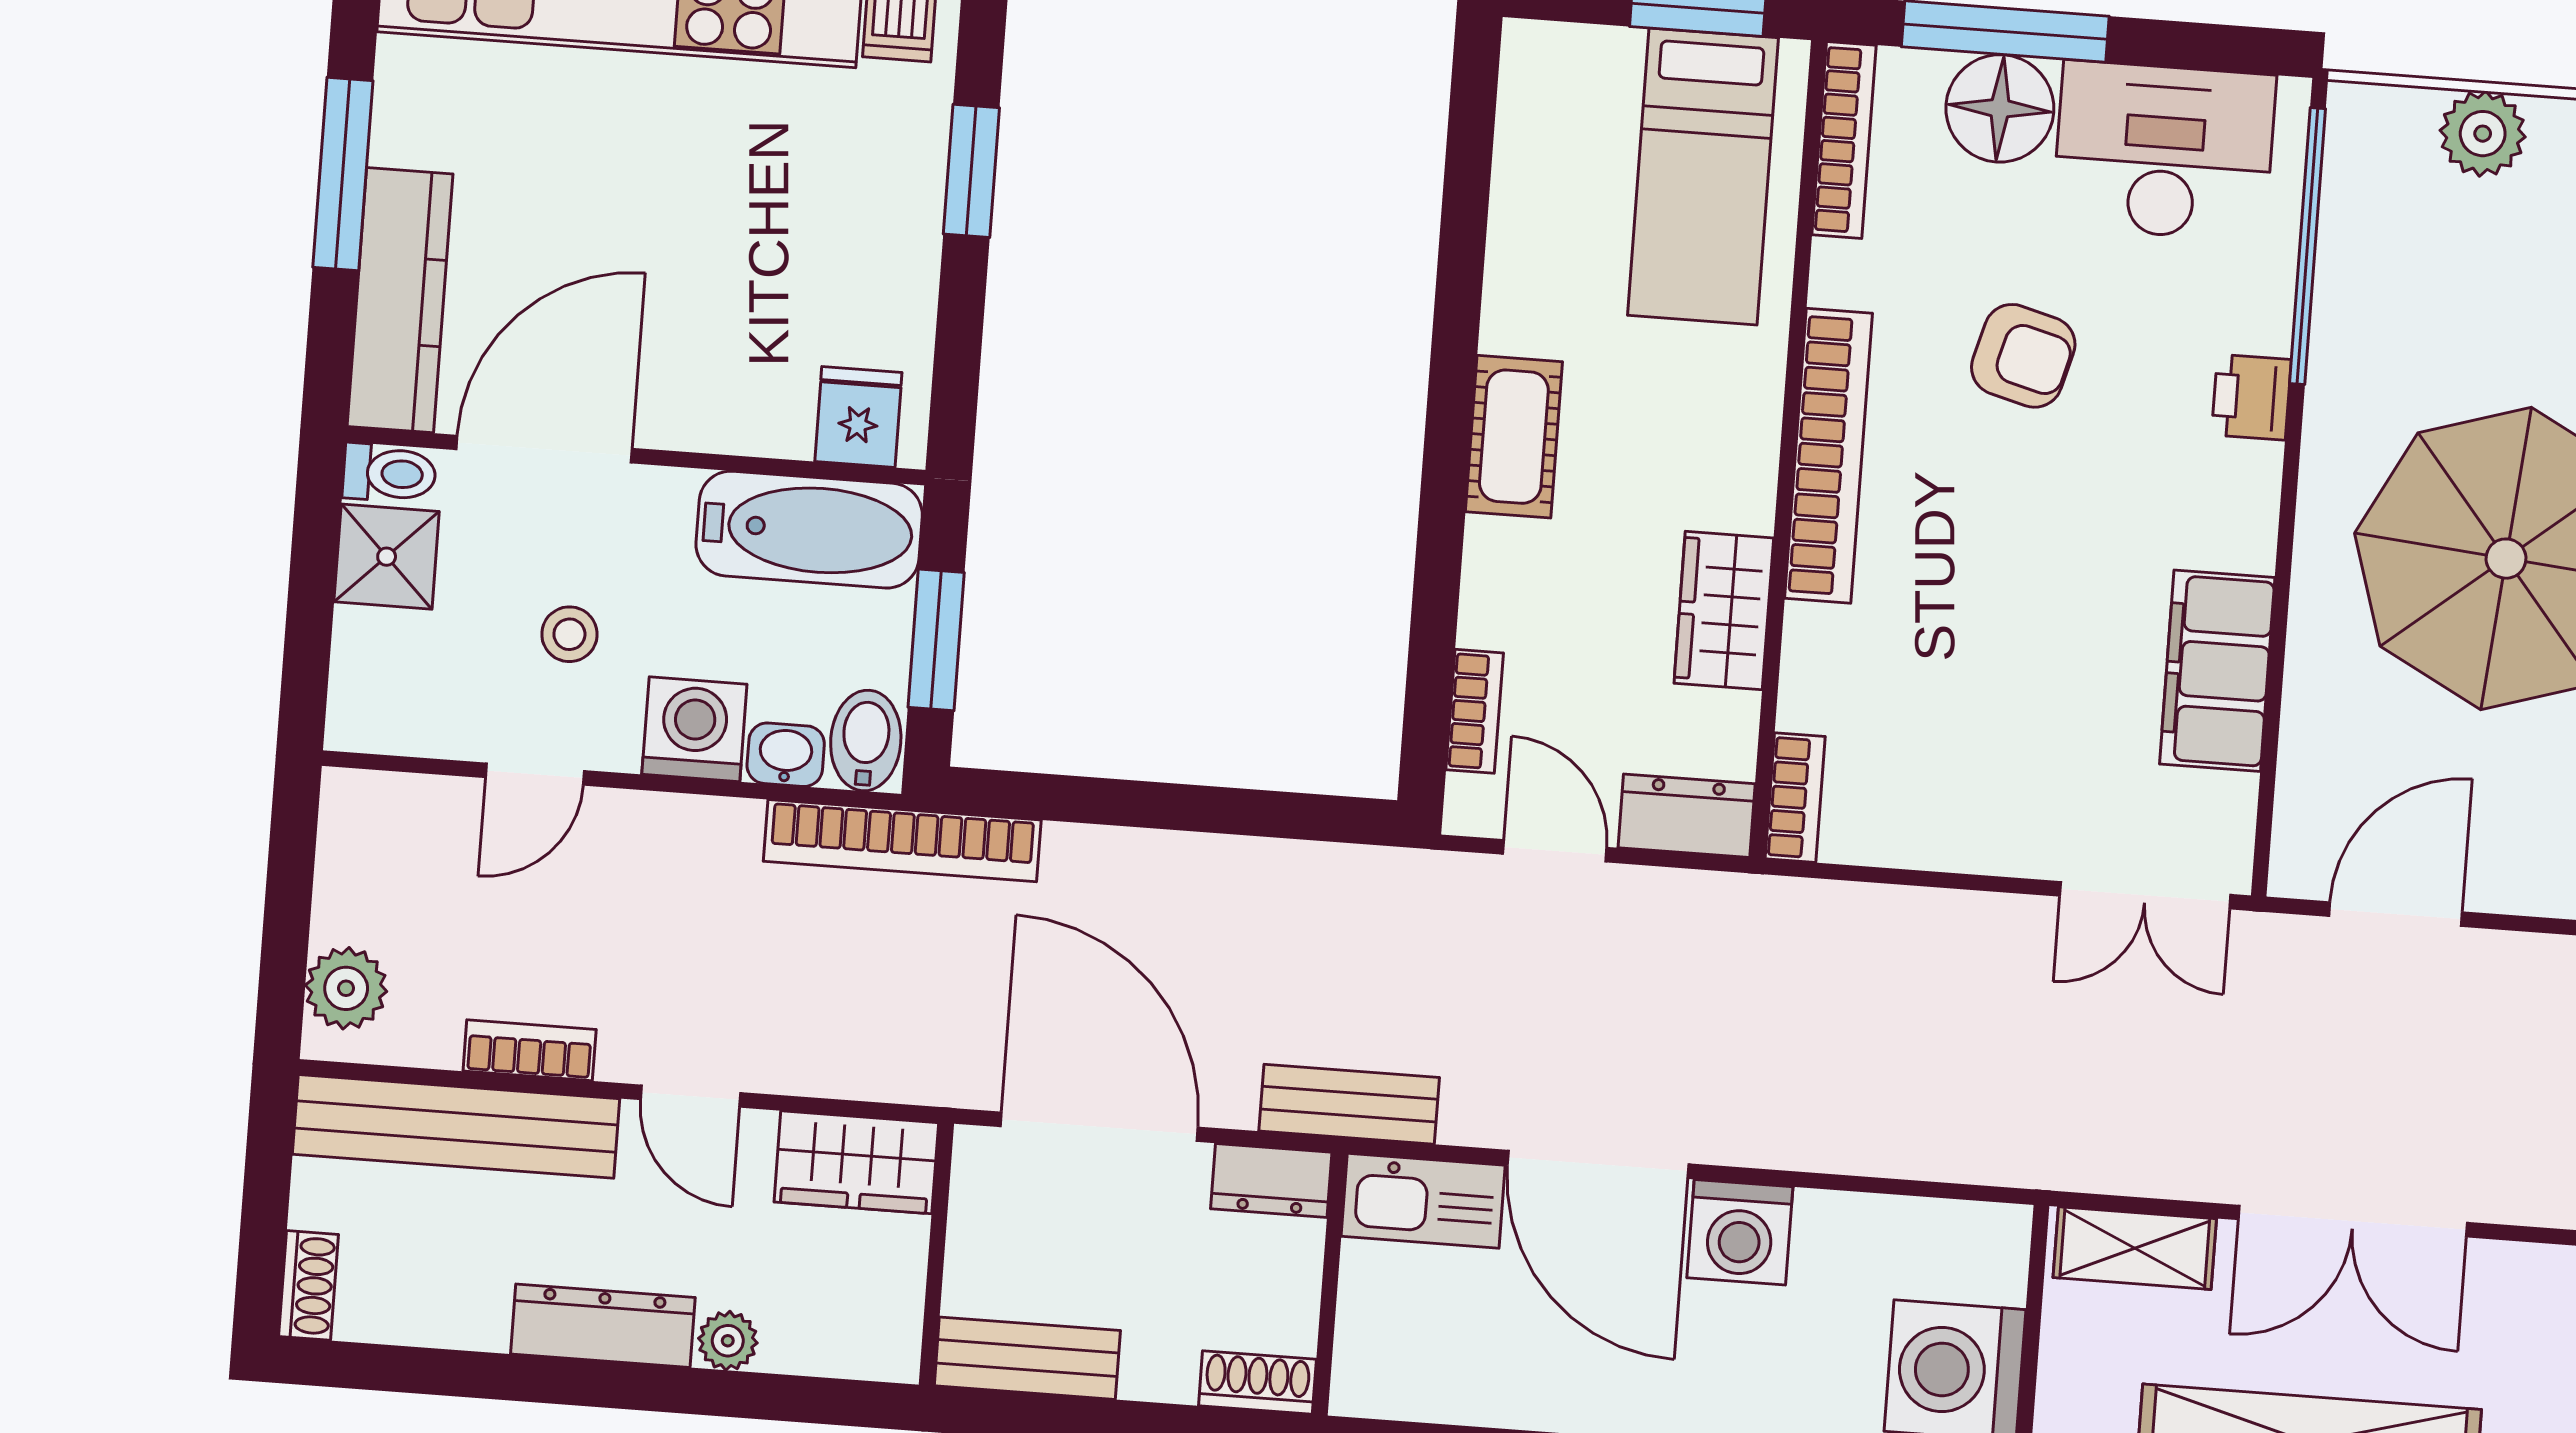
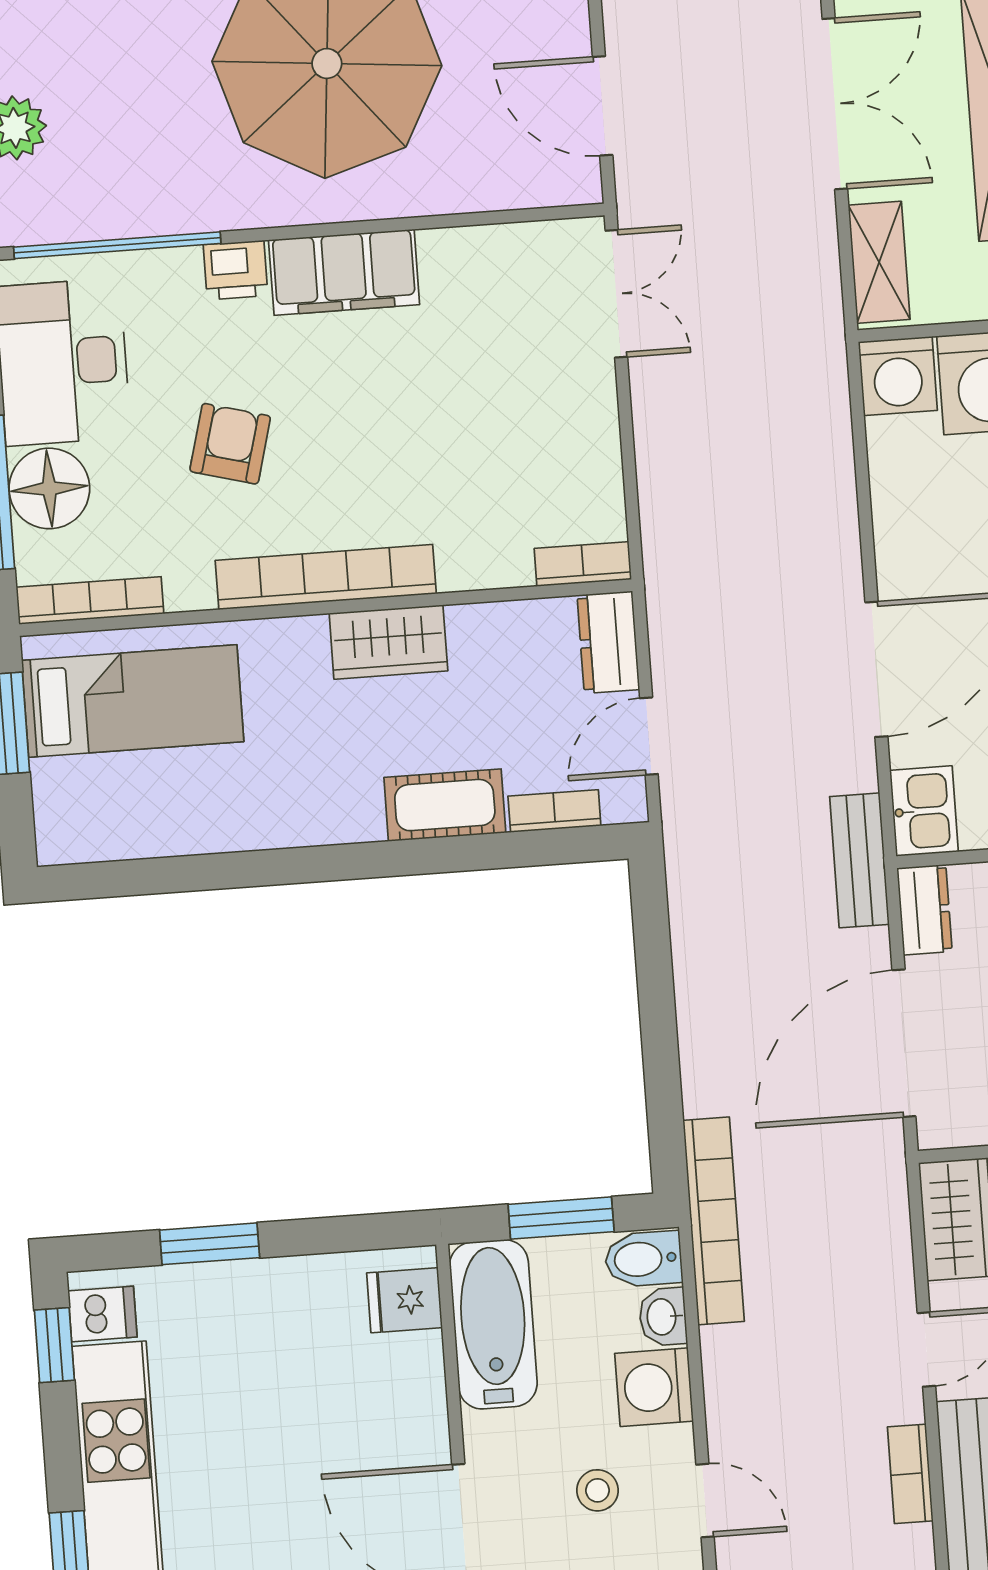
cot: (1514, 437) -> (445, 805), moved
wardrobe: (1724, 611) -> (388, 642), moved
filing cabinet: (2217, 671) -> (344, 272), moved
kitchen sink: (1423, 1201) -> (924, 811), width x0.73
washing machine: (1740, 1232) -> (898, 376), moved, turned 90

